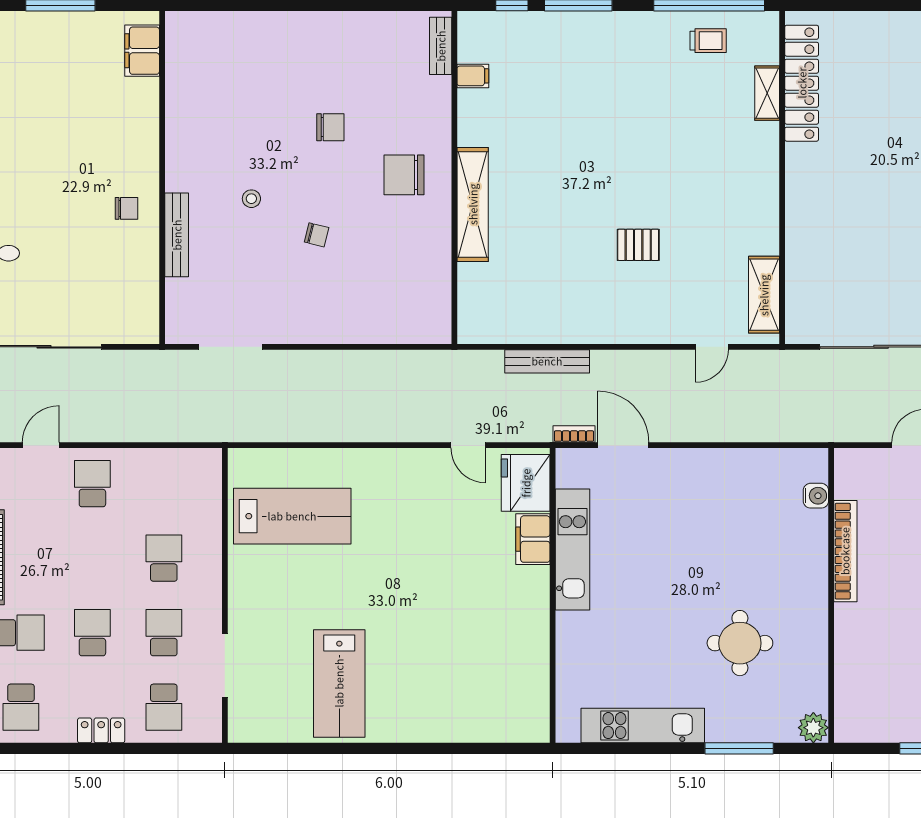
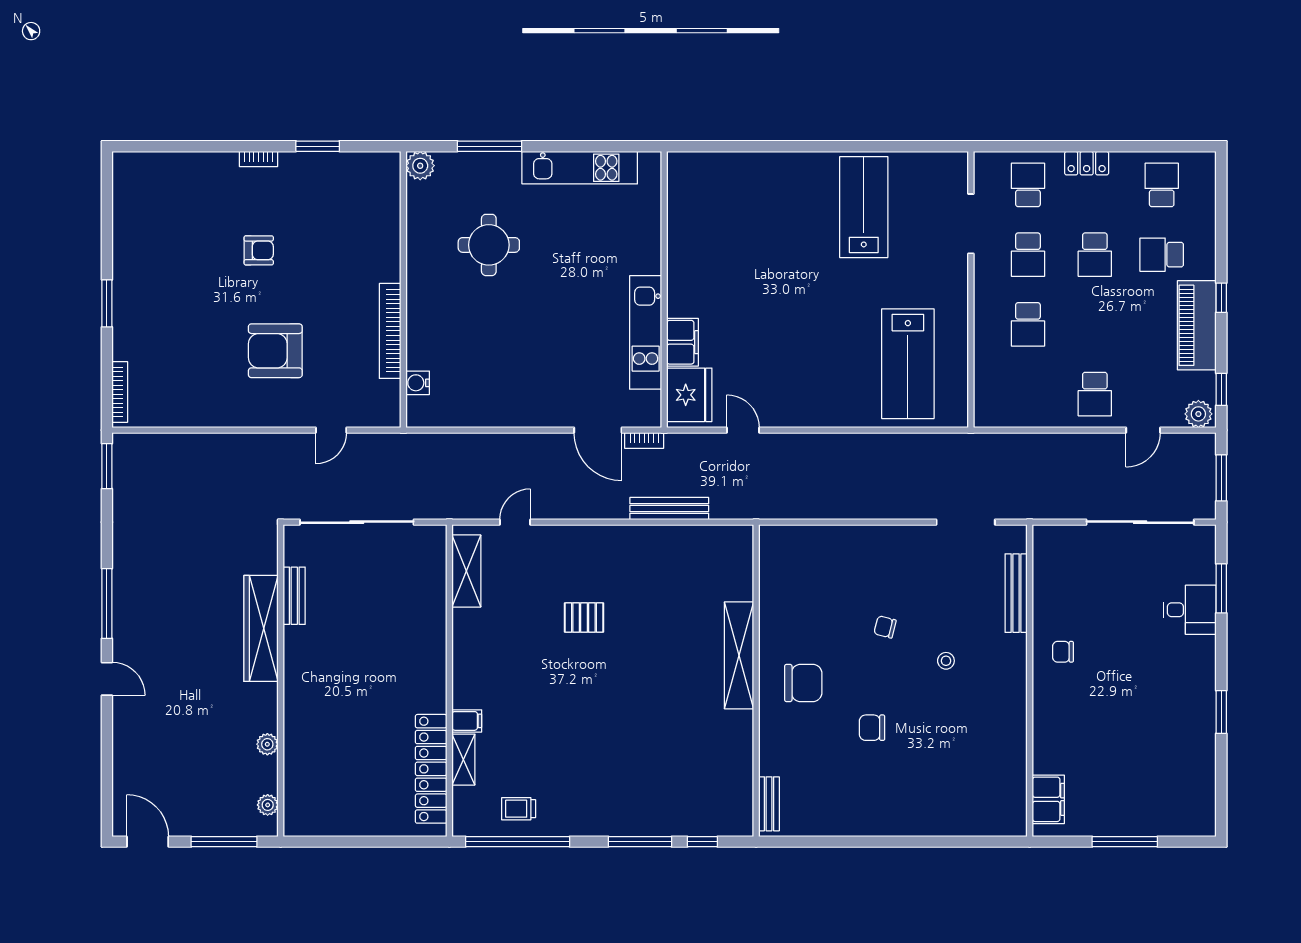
filing cabinet: (473, 76) -> (467, 721), moved, turned 180
bench: (177, 235) -> (1016, 593), moved
lab bench: (292, 516) -> (908, 364), turned -90

